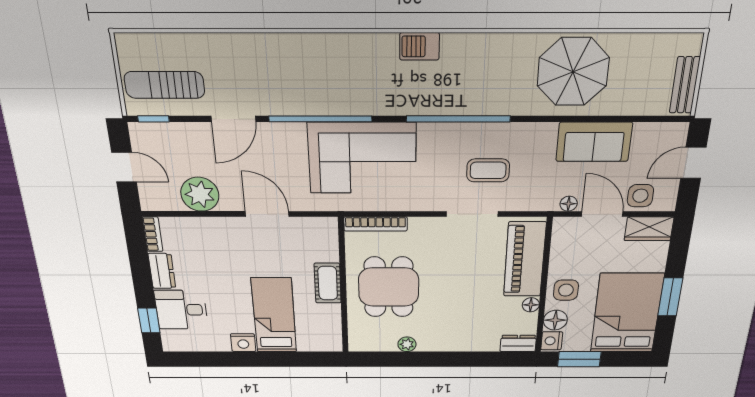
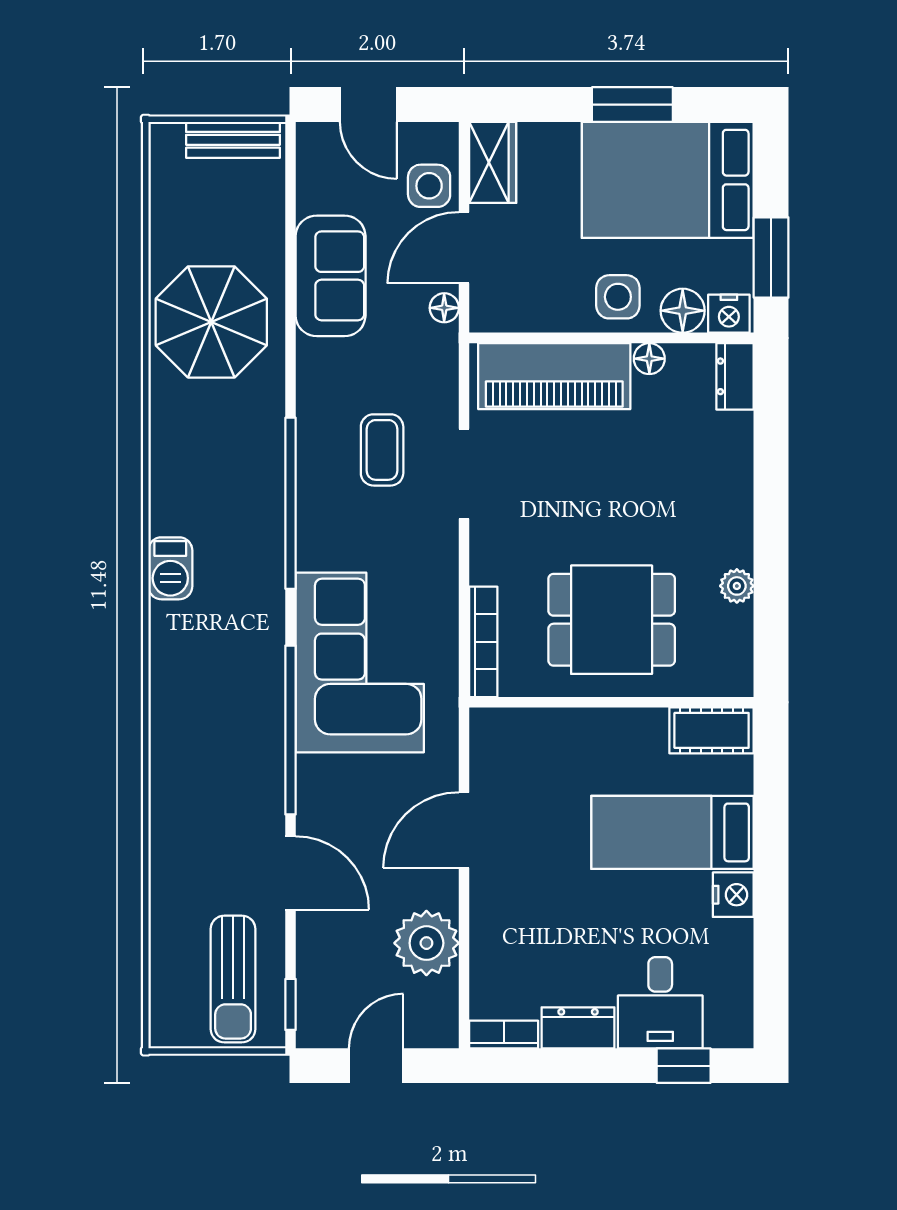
cot: (328, 283) -> (712, 730), moved

